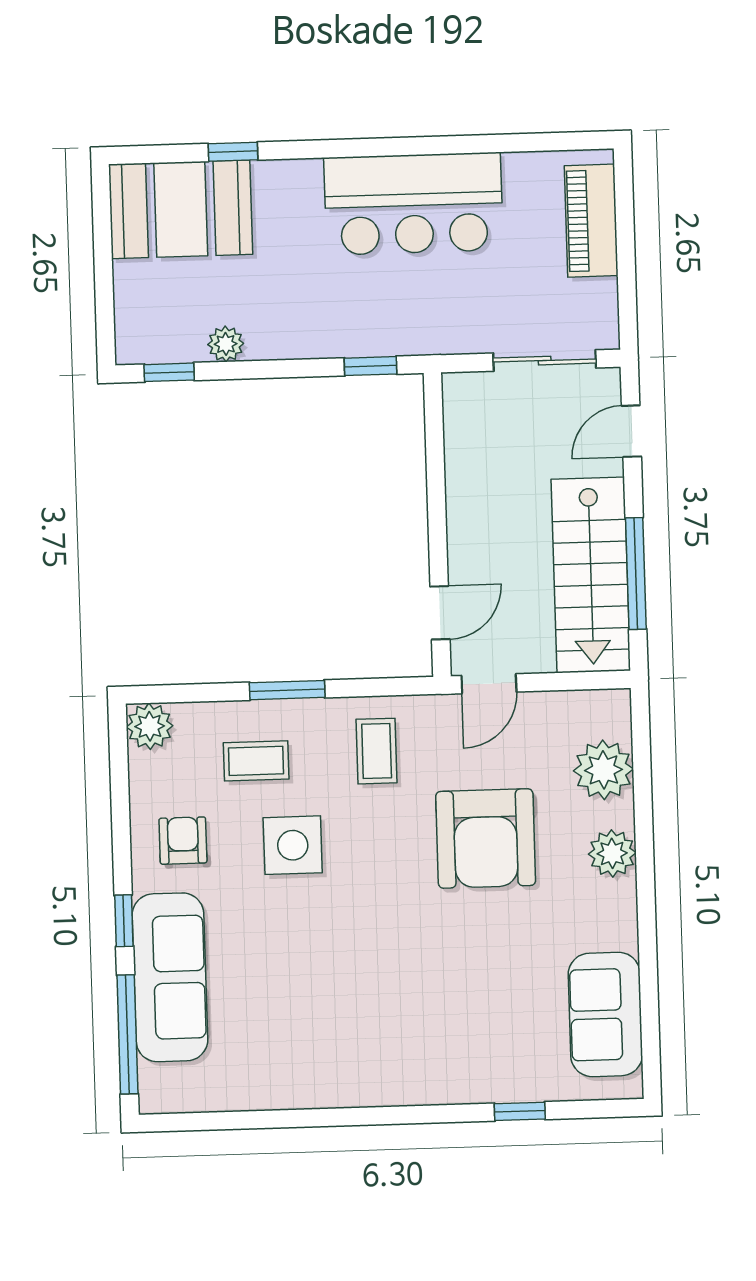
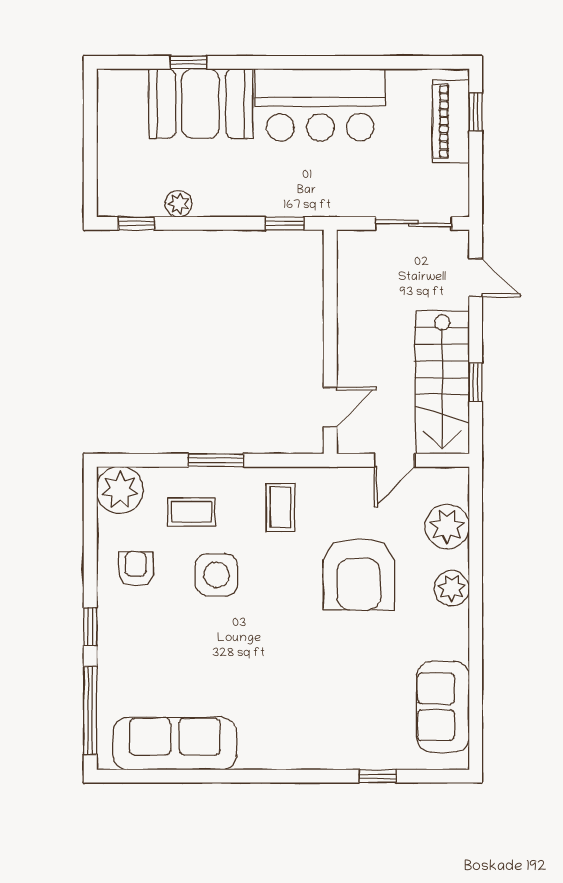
window: (624, 207) -> (476, 112), added
booth: (181, 209) -> (201, 104), moved
door: (631, 431) -> (476, 277), swing flipped
window: (636, 573) -> (476, 382), width x0.46
door: (489, 684) -> (395, 460), moved
plant: (150, 726) -> (120, 490), width x1.36, depth x1.36
sofa: (170, 977) -> (175, 743), moved, turned -90

